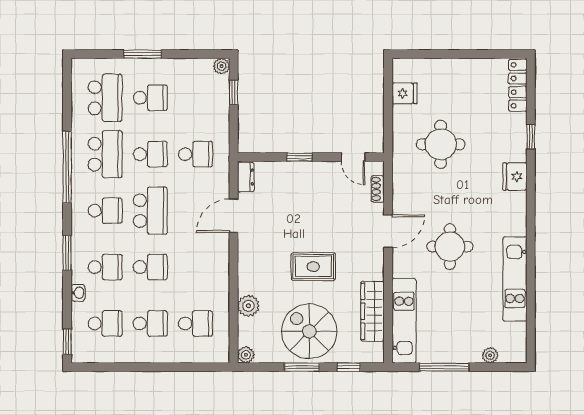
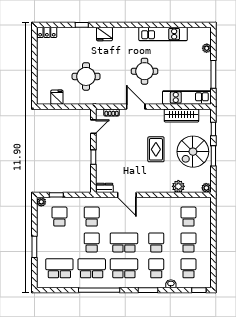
locker: (518, 85) -> (47, 32), width x0.66
school desk: (150, 98) -> (59, 217), moved
school desk: (105, 211) -> (124, 268), width x1.85

